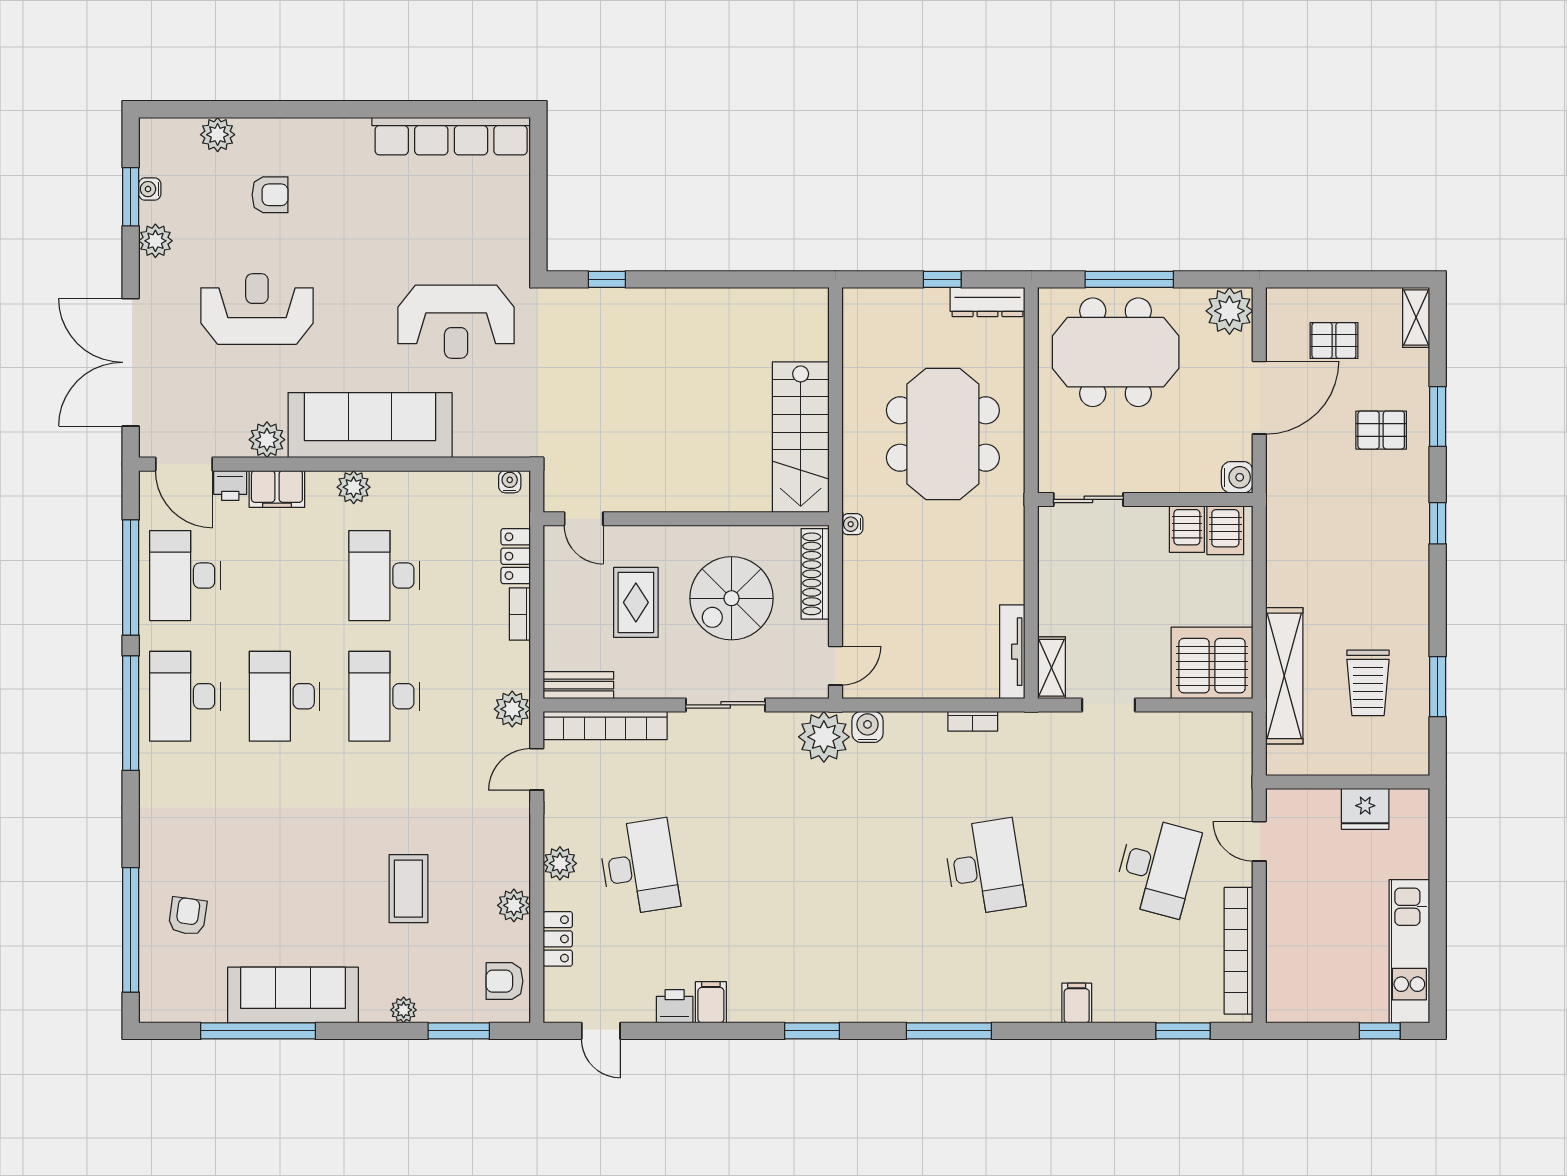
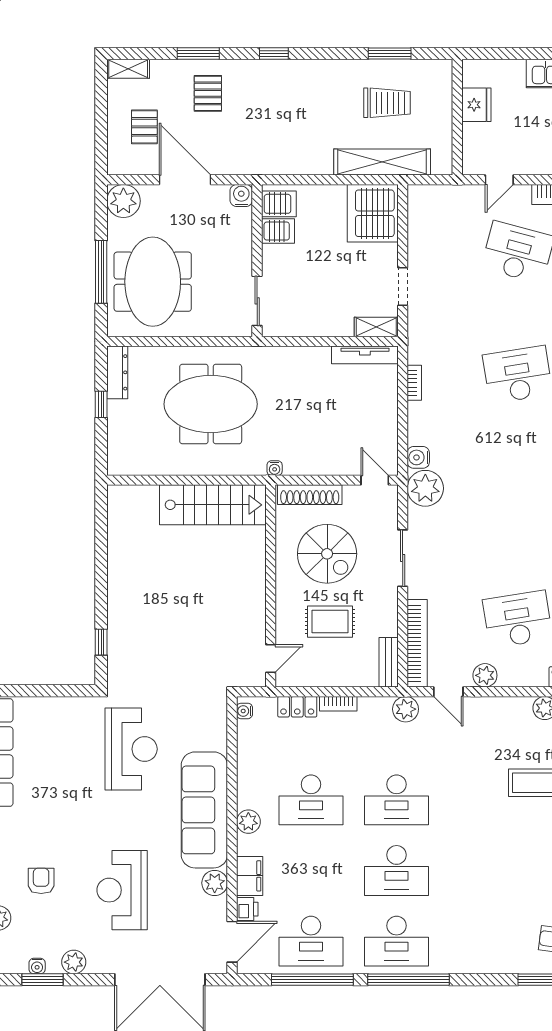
plant: (560, 863) -> (485, 675), moved

